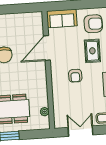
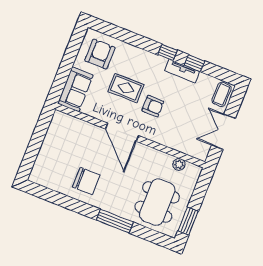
door: (47, 48) -> (122, 132), moved
rug: (92, 51) -> (126, 88), moved

